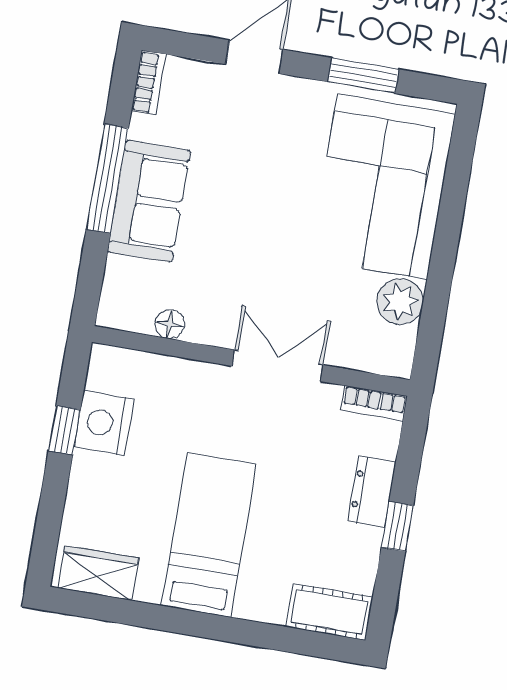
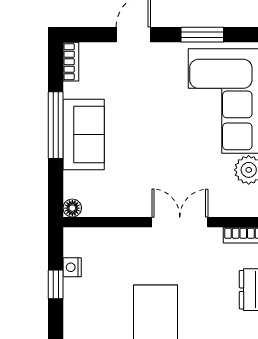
floor lamp: (170, 324) -> (72, 208), moved
nightstand: (104, 423) -> (72, 267), width x0.53, depth x0.56

